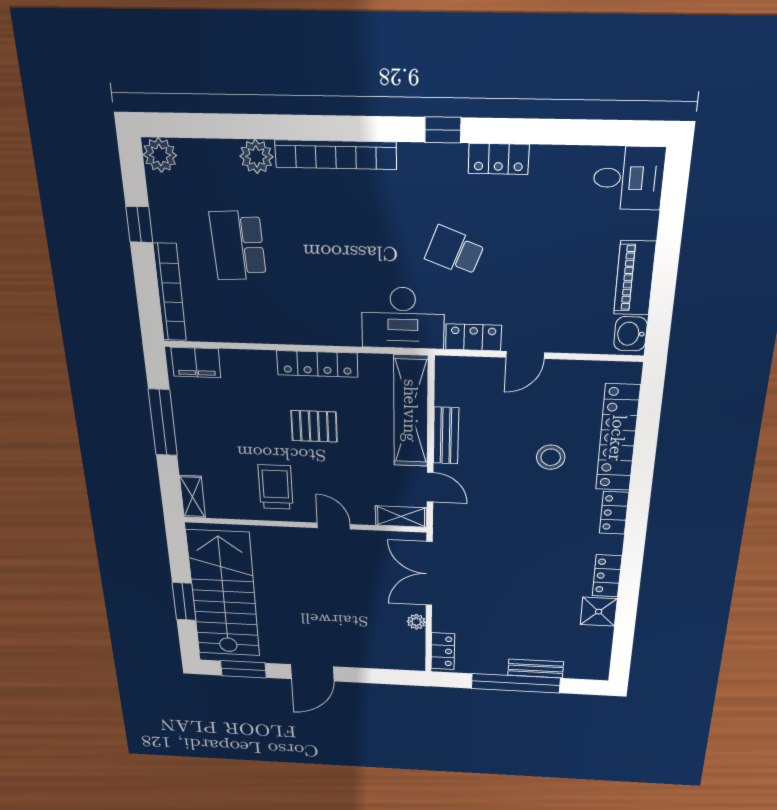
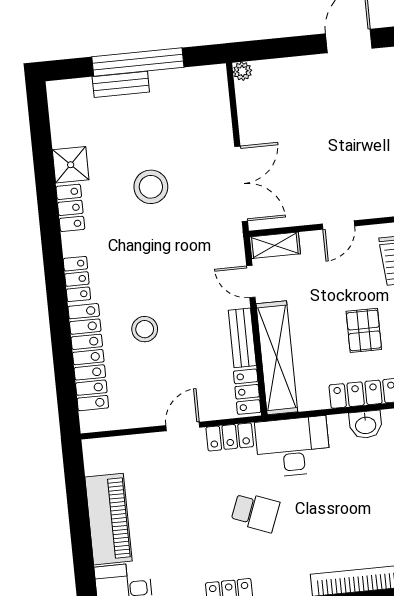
piano: (635, 278) -> (108, 519), width x1.37, depth x1.33
washbasin: (630, 334) -> (366, 425), moved, turned 90
pallet: (314, 426) -> (364, 330), turned 90
door: (334, 526) -> (338, 225), hinge flipped
stool: (521, 583) -> (151, 187), added
plant: (416, 622) -> (242, 71), moved
locker: (443, 651) -> (247, 392), moved

